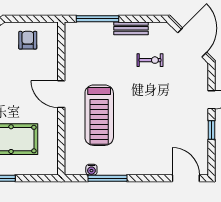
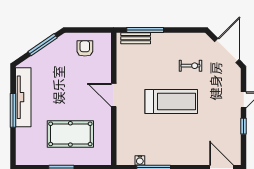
bench: (131, 28) -> (136, 38), moved
treadmill: (99, 115) -> (171, 102), moved, turned -90

